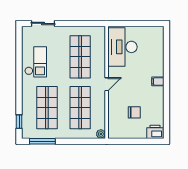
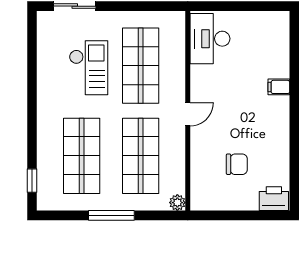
desk: (122, 47) -> (210, 39), width x0.73, depth x0.77
checkout: (36, 62) -> (89, 68), moved
filing cabinet: (158, 81) -> (279, 87), moved
window: (42, 141) -> (111, 215), moved

